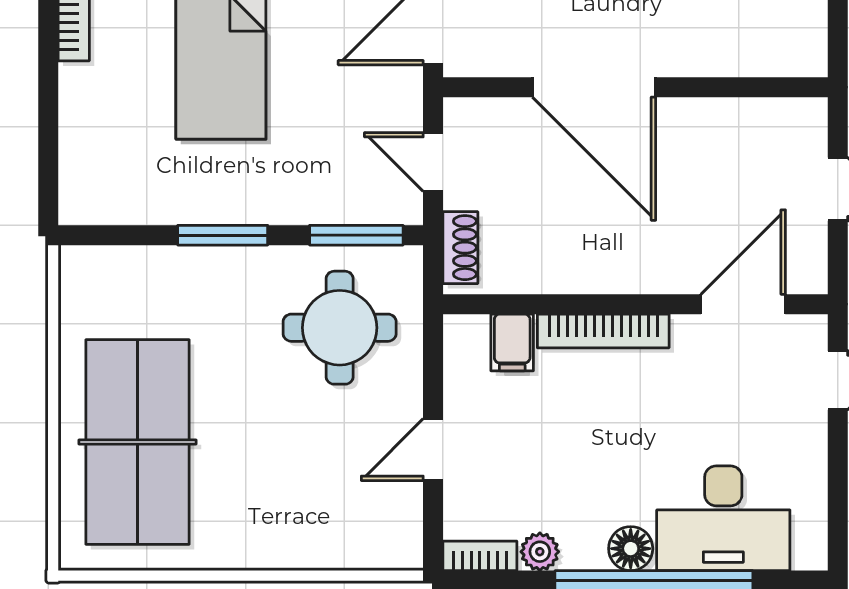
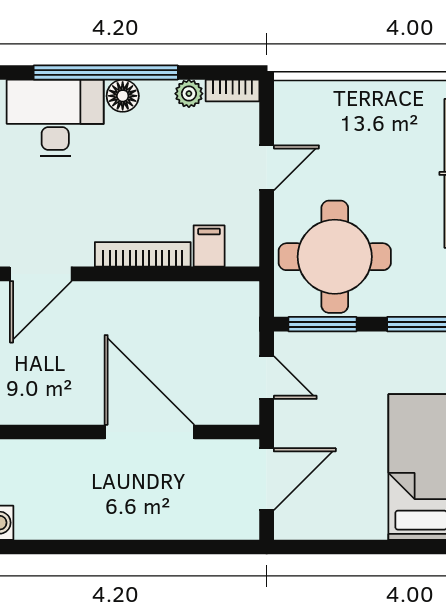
shoe rack: (460, 248) -> (247, 315), removed
round table: (340, 328) -> (335, 257), width x1.36, depth x1.36

